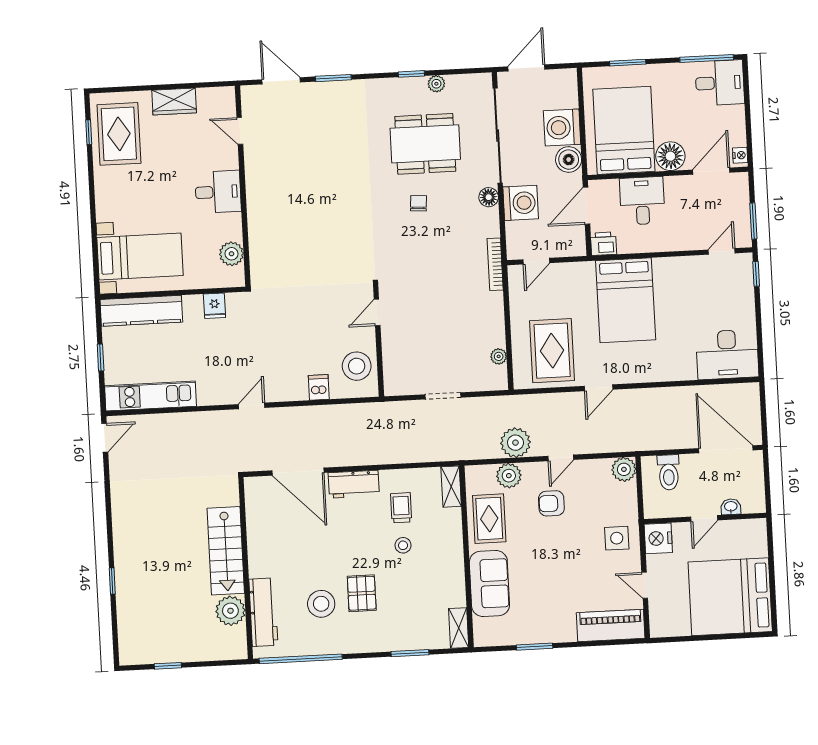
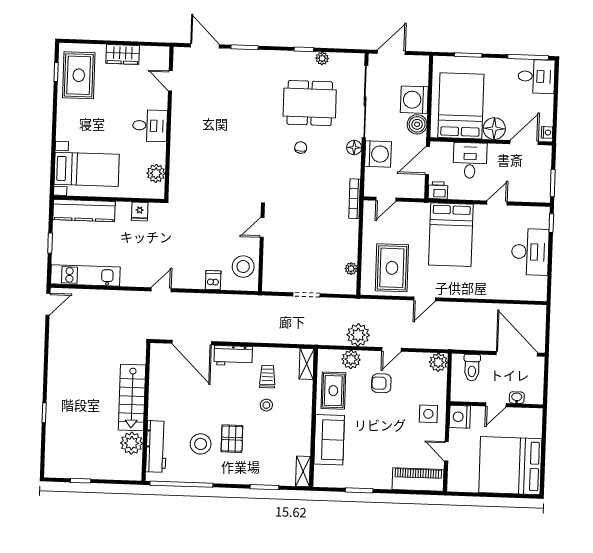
door: (722, 251) -> (497, 203), moved
desk: (727, 354) -> (530, 252), moved, turned -90

